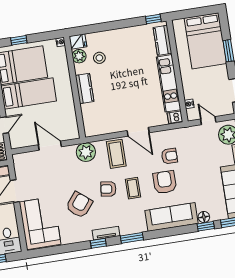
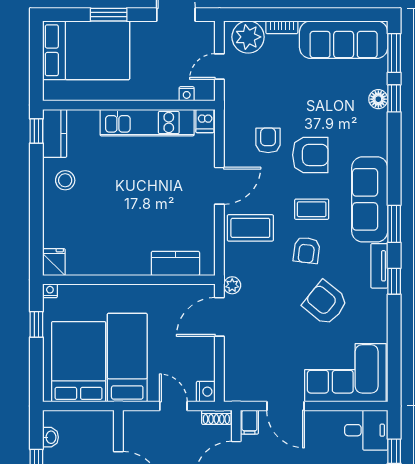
window: (19, 40) -> (36, 324), moved
kitchen counter: (163, 40) -> (55, 133), moved, turned -90
plant: (79, 56) -> (78, 264), removed
stool: (99, 58) -> (65, 180), moved
kitchen counter: (85, 88) -> (175, 263), moved
nightstand: (16, 143) -> (206, 392), added
door: (50, 146) -> (219, 317), moved
plant: (86, 152) -> (232, 285), width x0.53, depth x0.53
armchair: (165, 182) -> (310, 155), turned 180
sofa: (171, 217) -> (370, 199), moved

